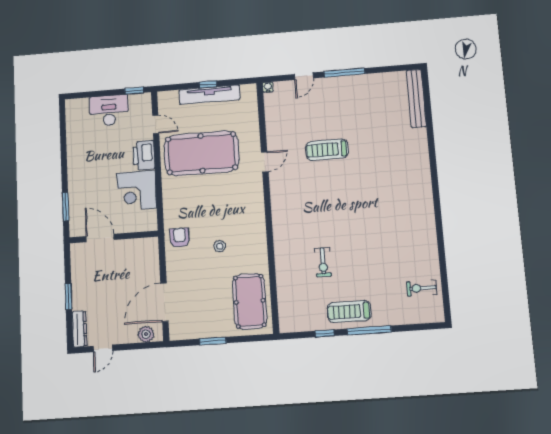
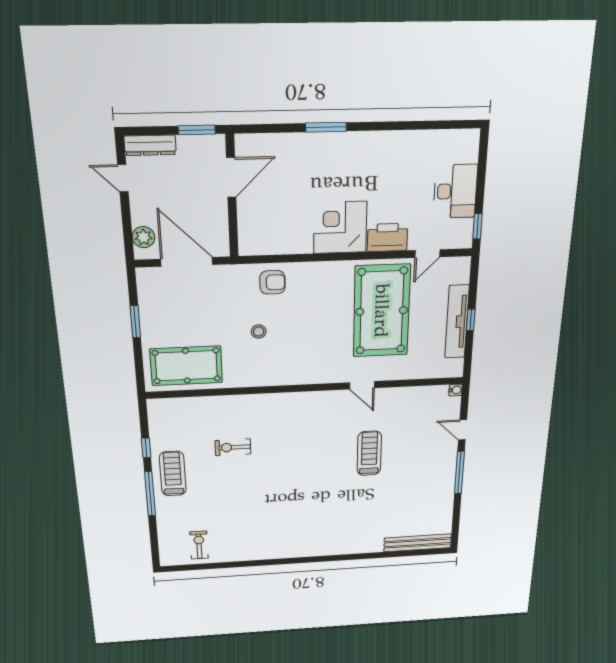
wall: (114, 237) -> (232, 197), moved
door: (100, 238) -> (231, 177), moved

